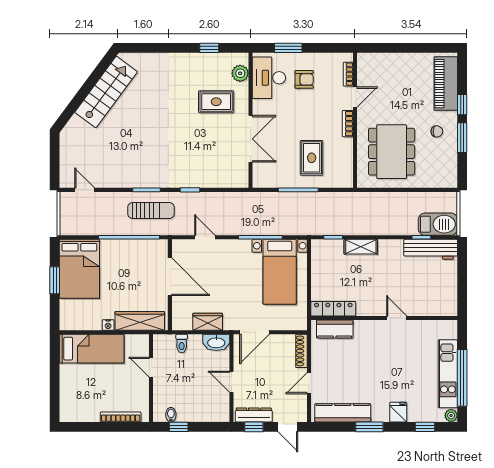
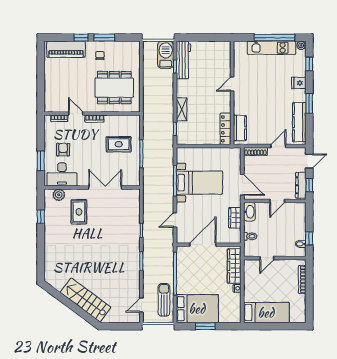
stairs: (106, 92) -> (86, 300), moved
sun lounger: (151, 210) -> (164, 300), moved
bed with nightstands: (280, 272) -> (199, 183), moved
bed: (92, 349) -> (266, 313), moved, turned 90
door: (309, 383) -> (278, 146), swing flipped

